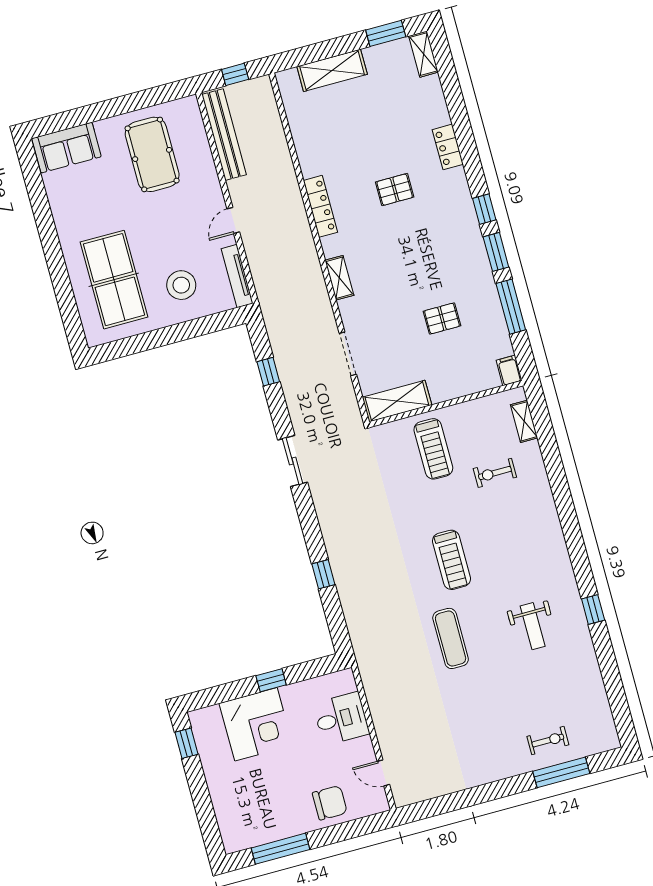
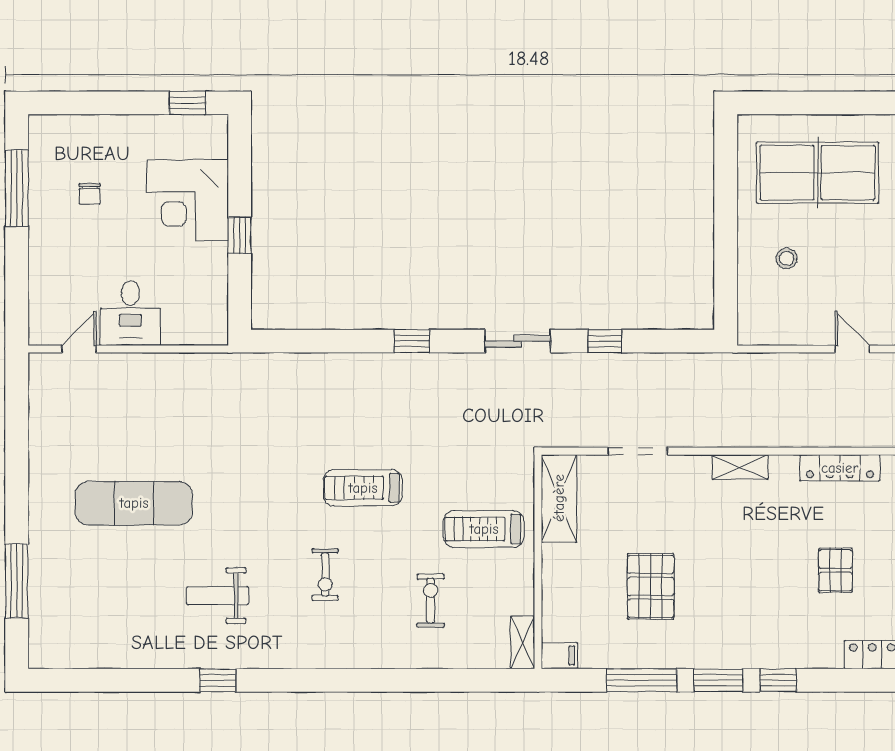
tv unit: (237, 276) -> (779, 334), removed
stool: (181, 285) -> (787, 258), width x0.53, depth x0.53
pallet: (442, 318) -> (651, 586), width x1.50, depth x1.42
window: (268, 372) -> (605, 341), moved
shelving: (524, 421) -> (523, 642), moved, turned 90
treadmill: (451, 560) -> (363, 488), moved
window: (323, 574) -> (412, 341), moved
exercise mat: (451, 638) -> (134, 503), moved, width x1.36, depth x1.45
desk: (341, 719) -> (130, 313), moved
exercise bike: (548, 741) -> (325, 575), moved
chair: (330, 803) -> (90, 194), moved, width x0.54, depth x0.54

